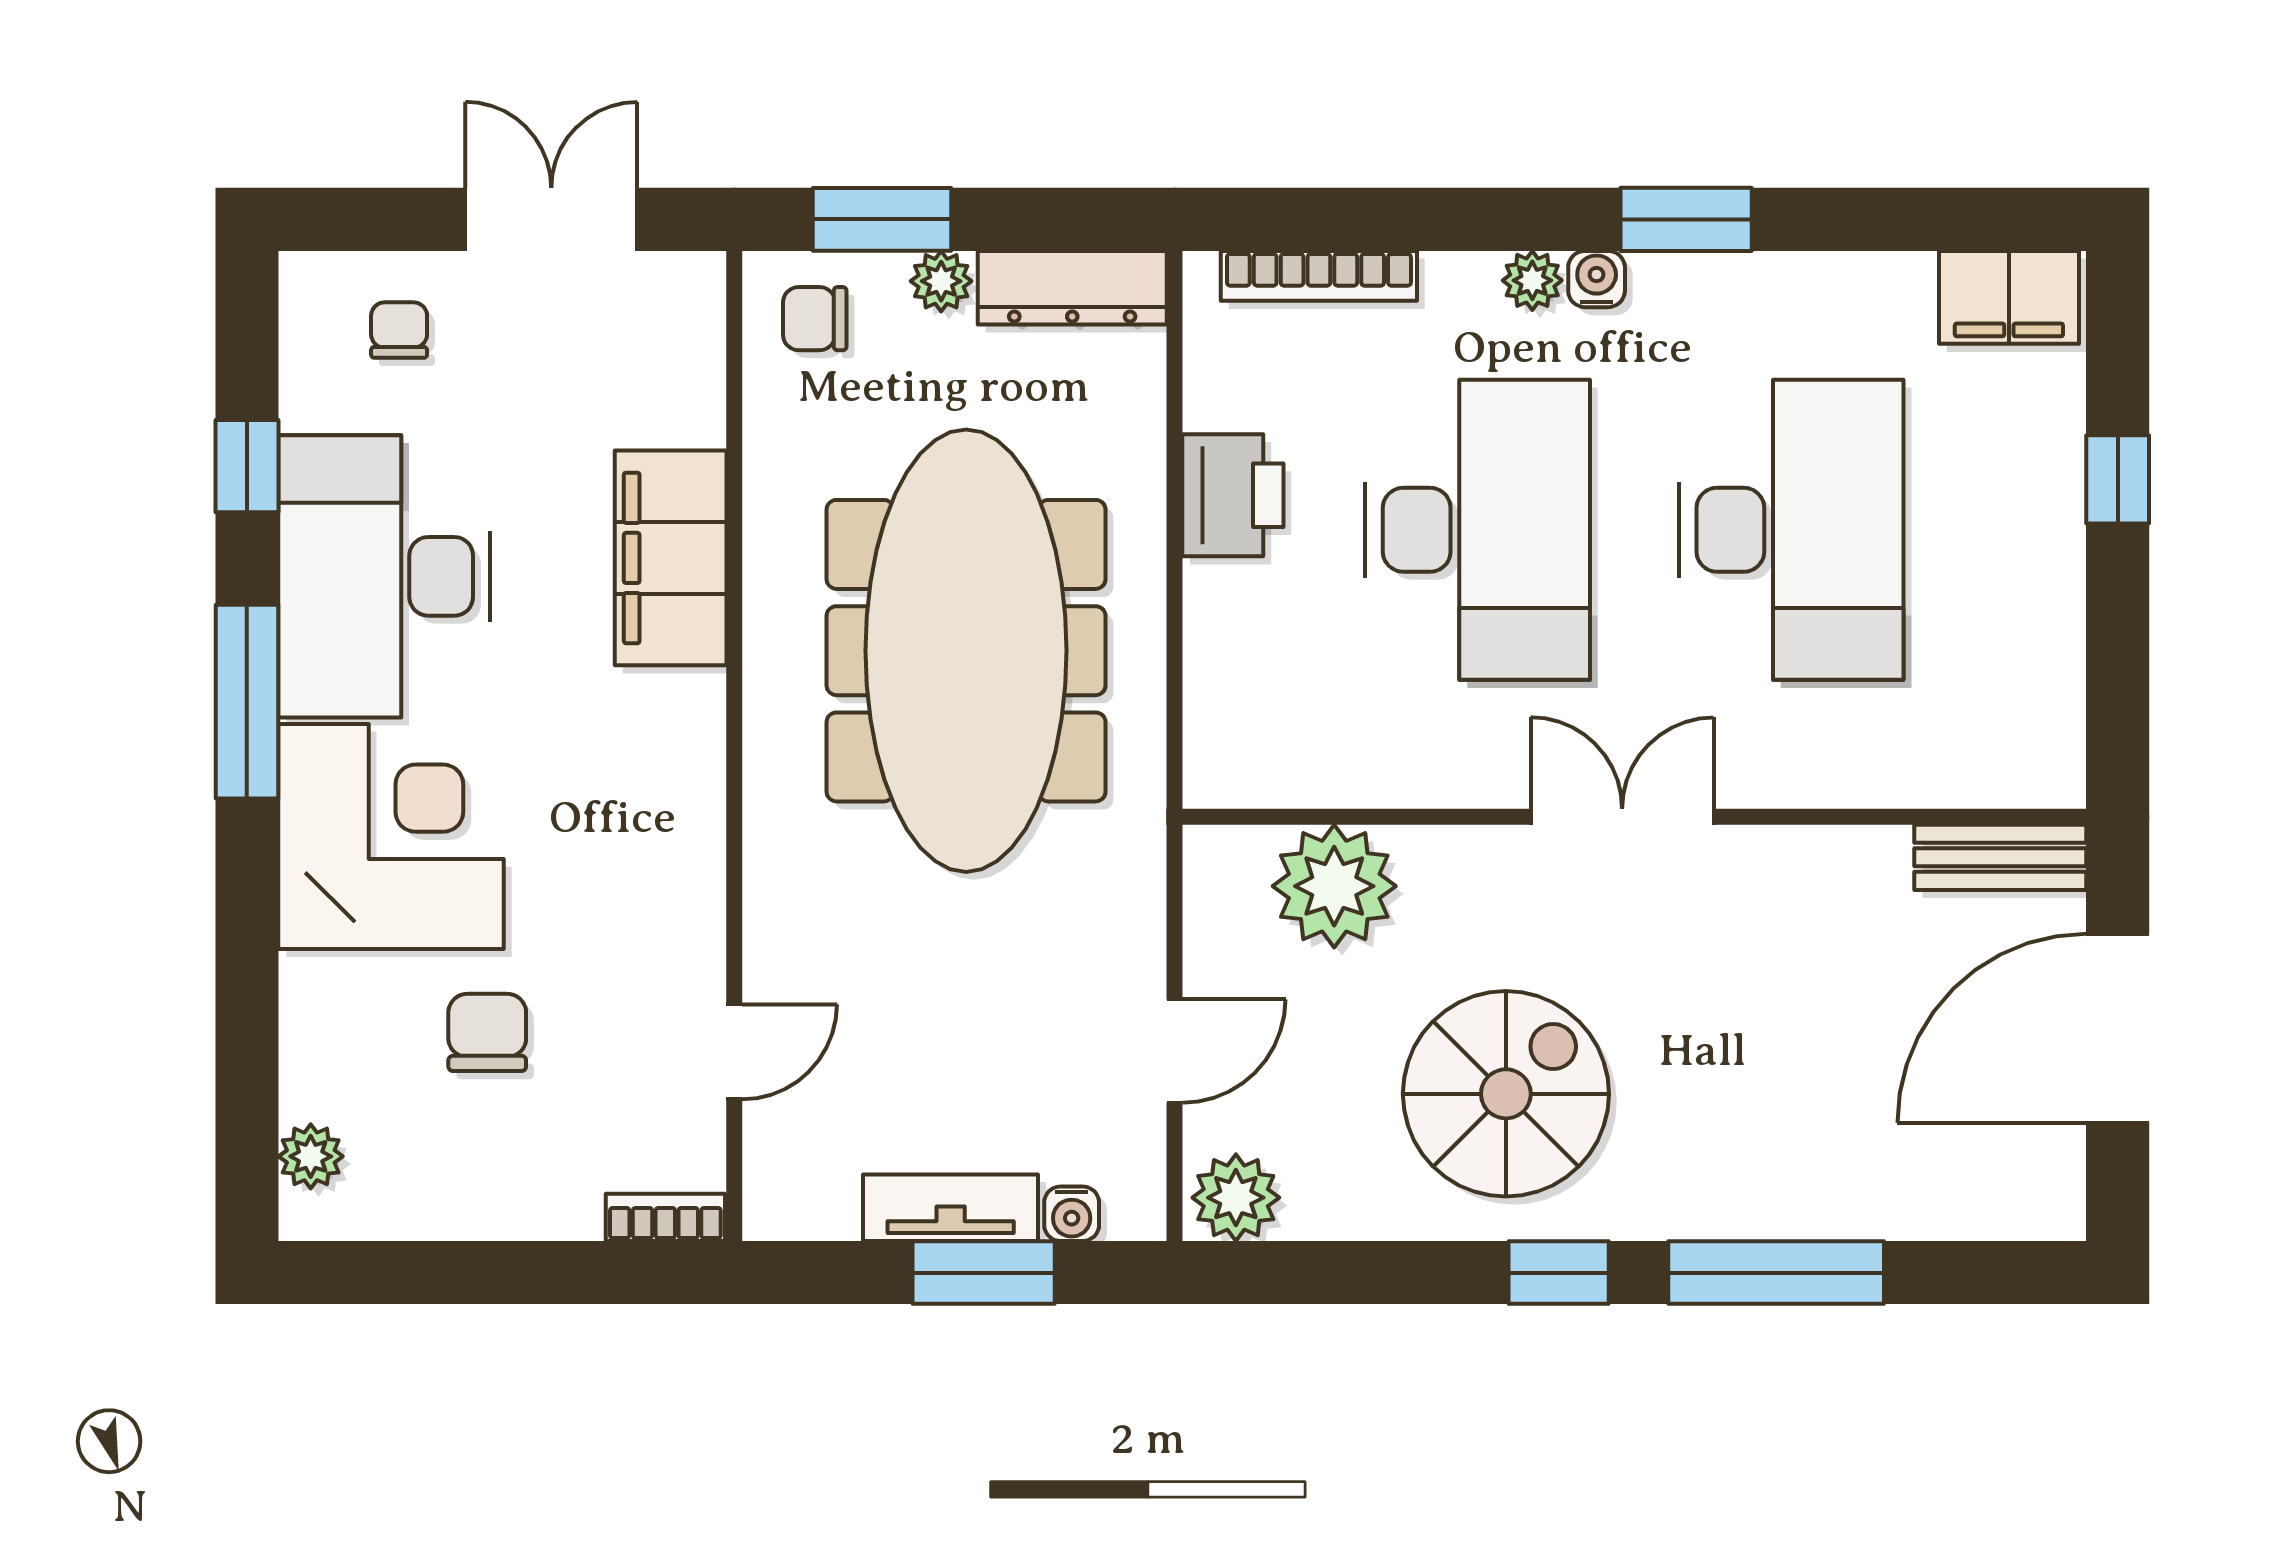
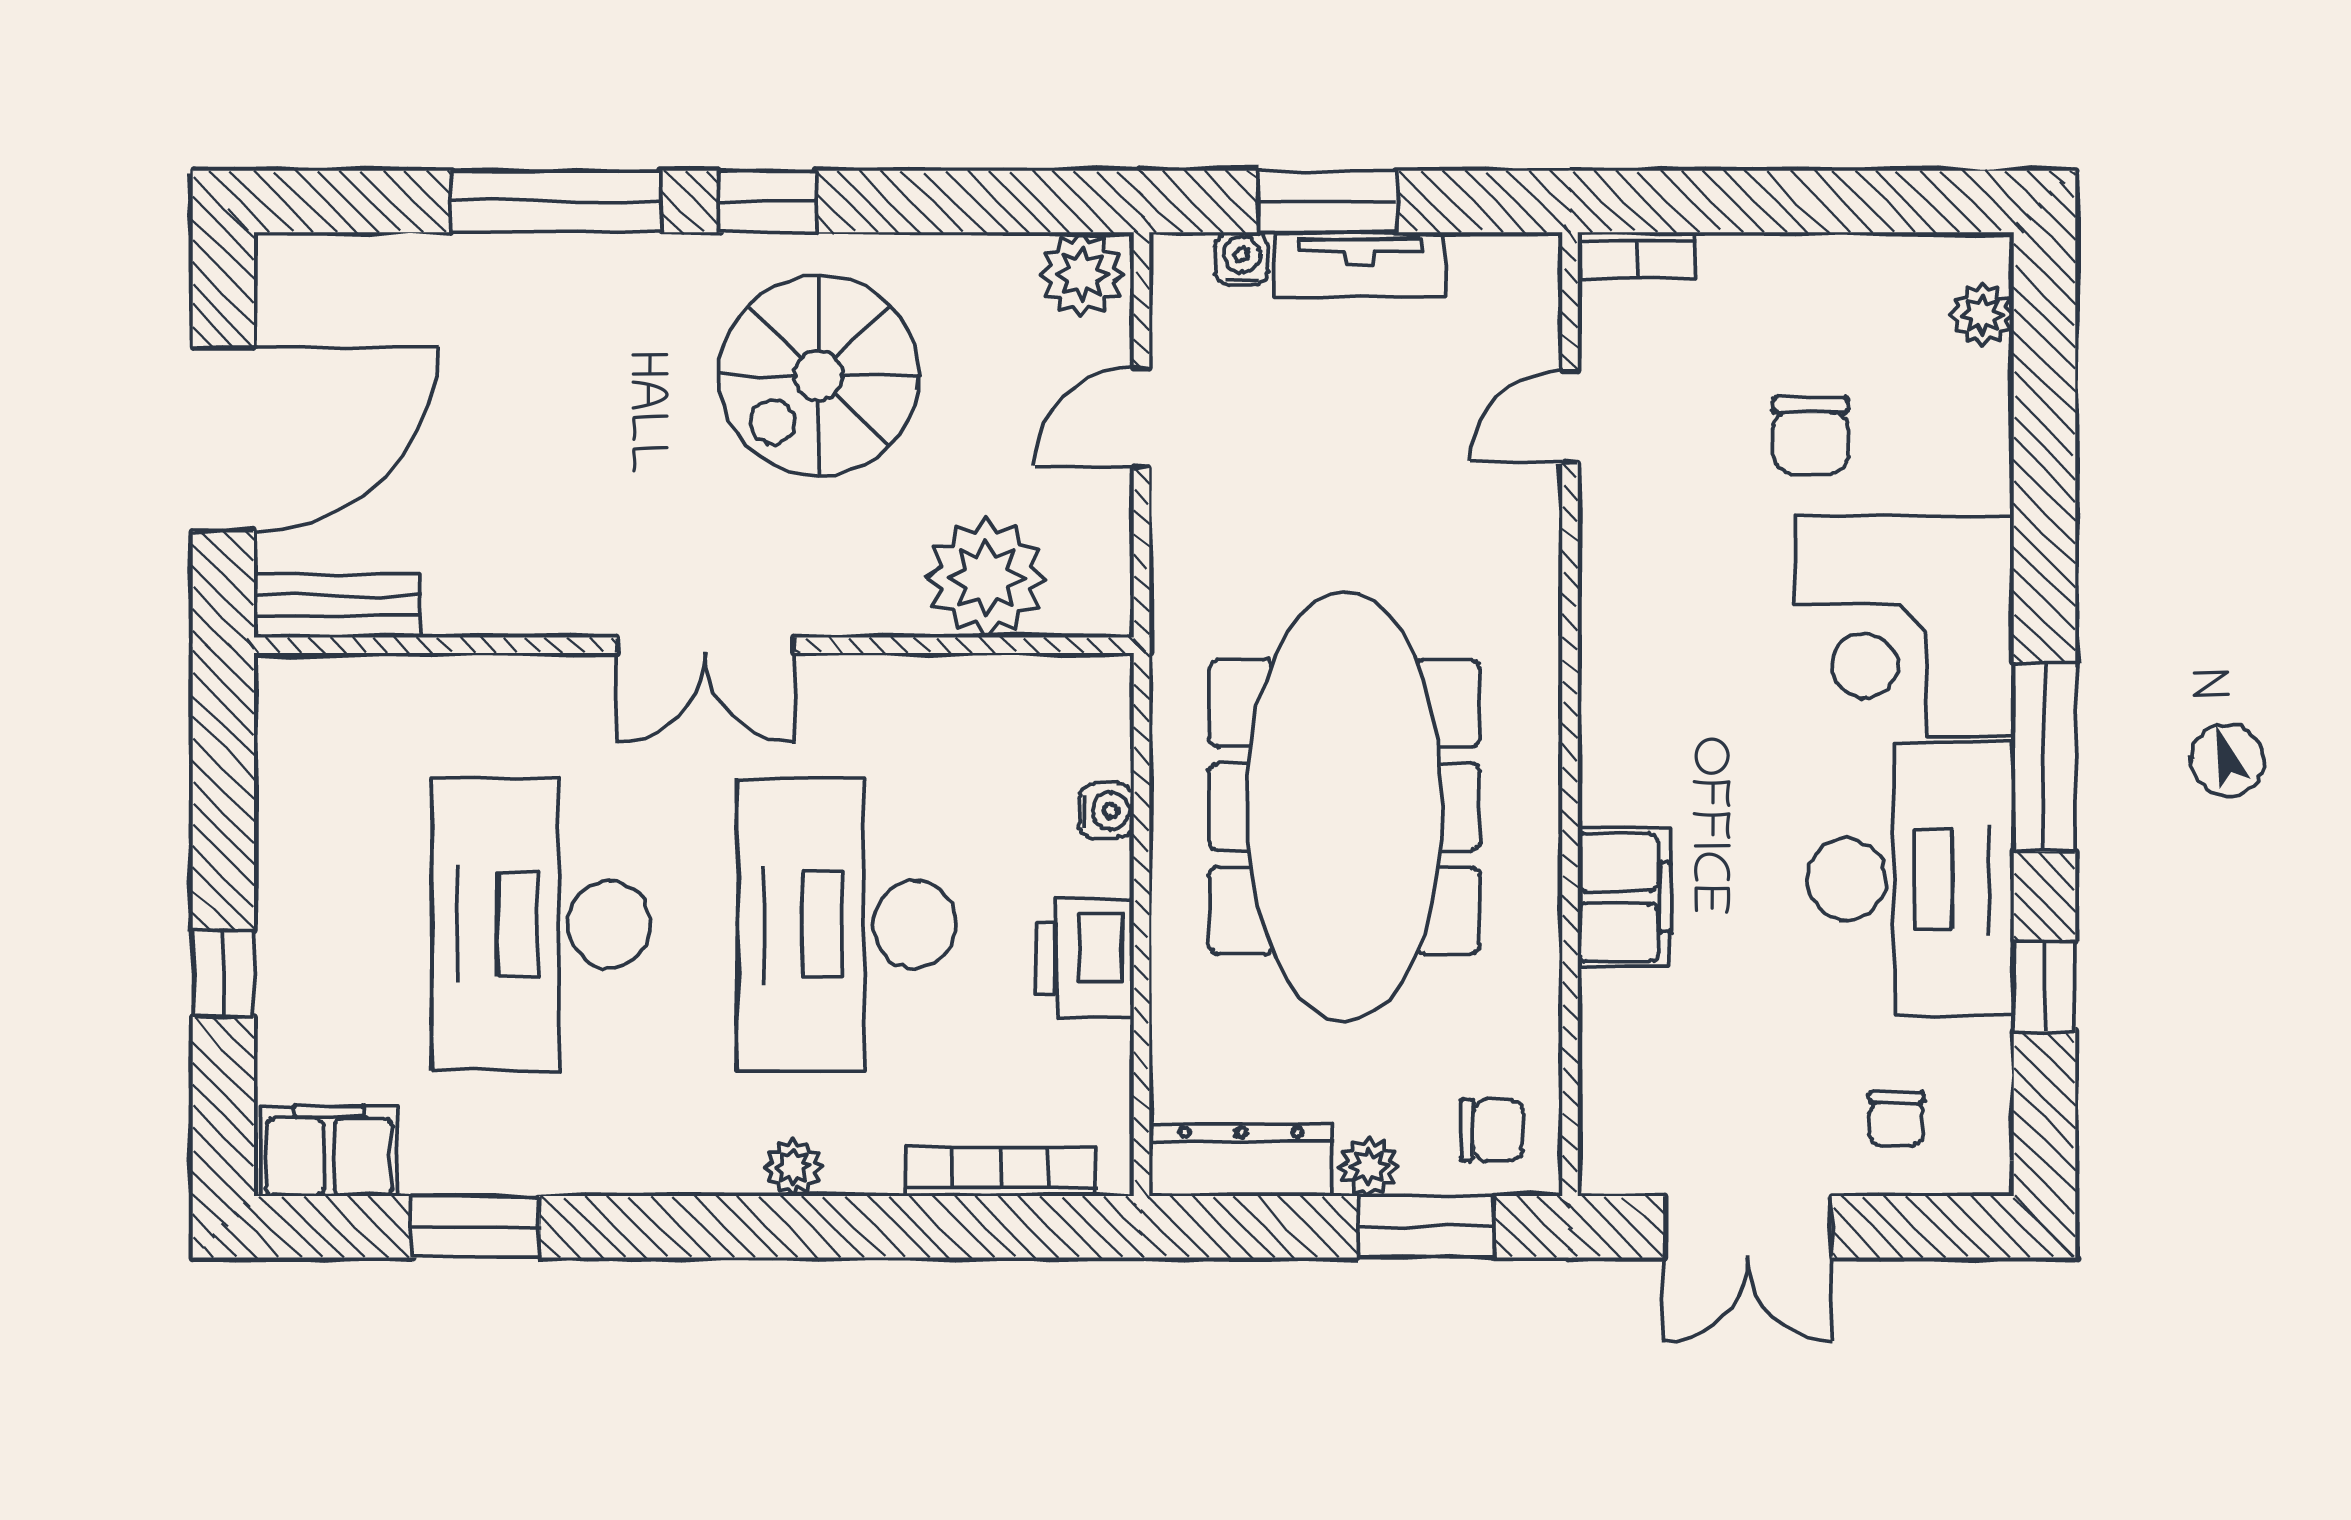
window: (1686, 219) -> (475, 1227), moved
water cooler: (1597, 279) -> (1106, 811), moved, turned -90
filing cabinet: (671, 558) -> (1624, 897), width x0.67, depth x0.86

